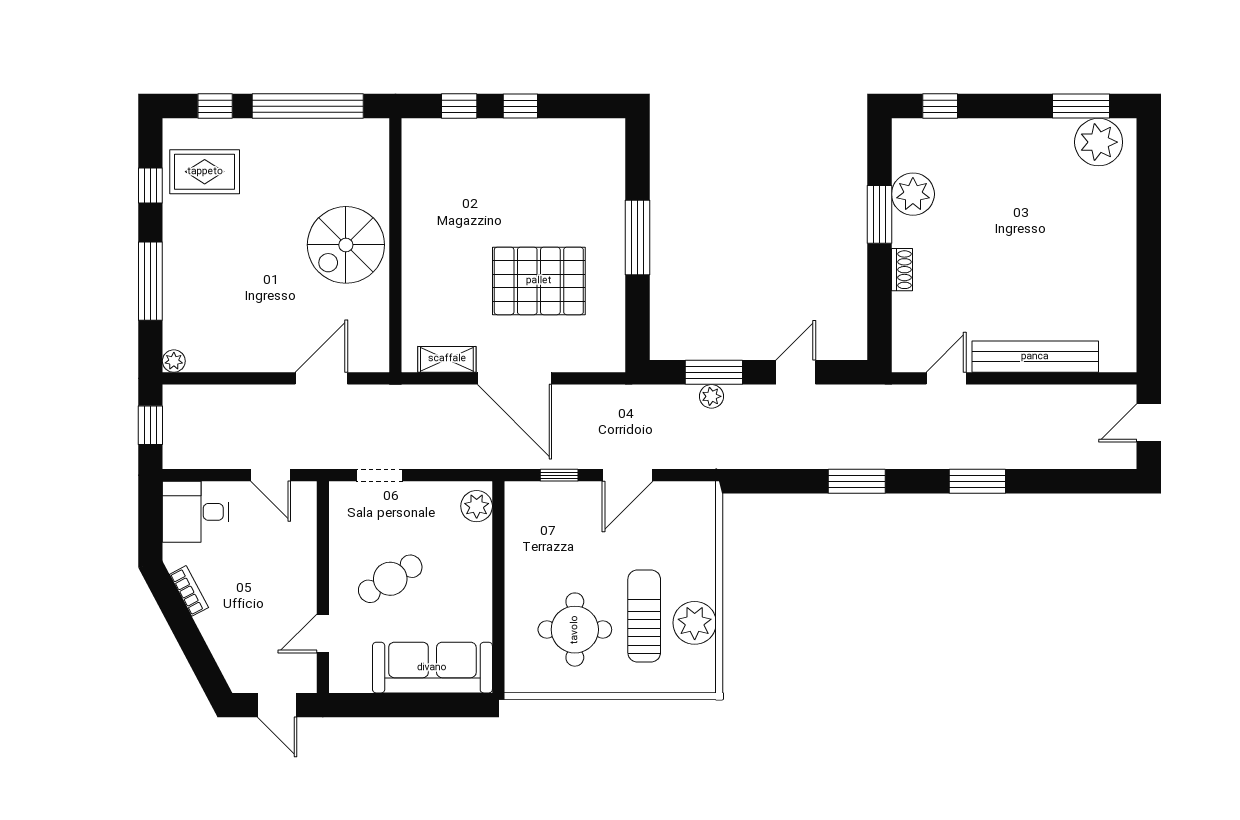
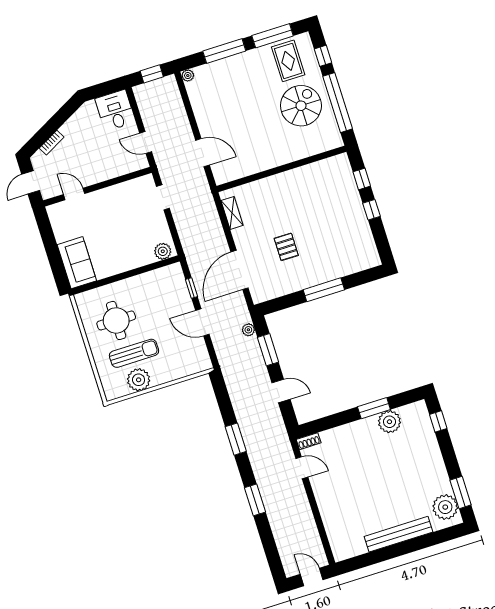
window: (150, 185) -> (273, 36), width x2.17
spiral stairs: (346, 245) -> (301, 106), moved, turned 90
shoe rack: (902, 270) -> (309, 441), moved
pallet: (539, 281) -> (286, 247), width x0.49, depth x0.50
bench: (1035, 357) -> (398, 534), moved, turned 90
door: (515, 378) -> (239, 270), moved
plant: (711, 396) -> (248, 330), moved
door: (271, 475) -> (146, 142), hinge flipped
cafe table: (390, 579) -> (112, 219), removed
bookcase: (189, 591) -> (52, 143), moved
sofa: (432, 668) -> (77, 263), width x0.73

